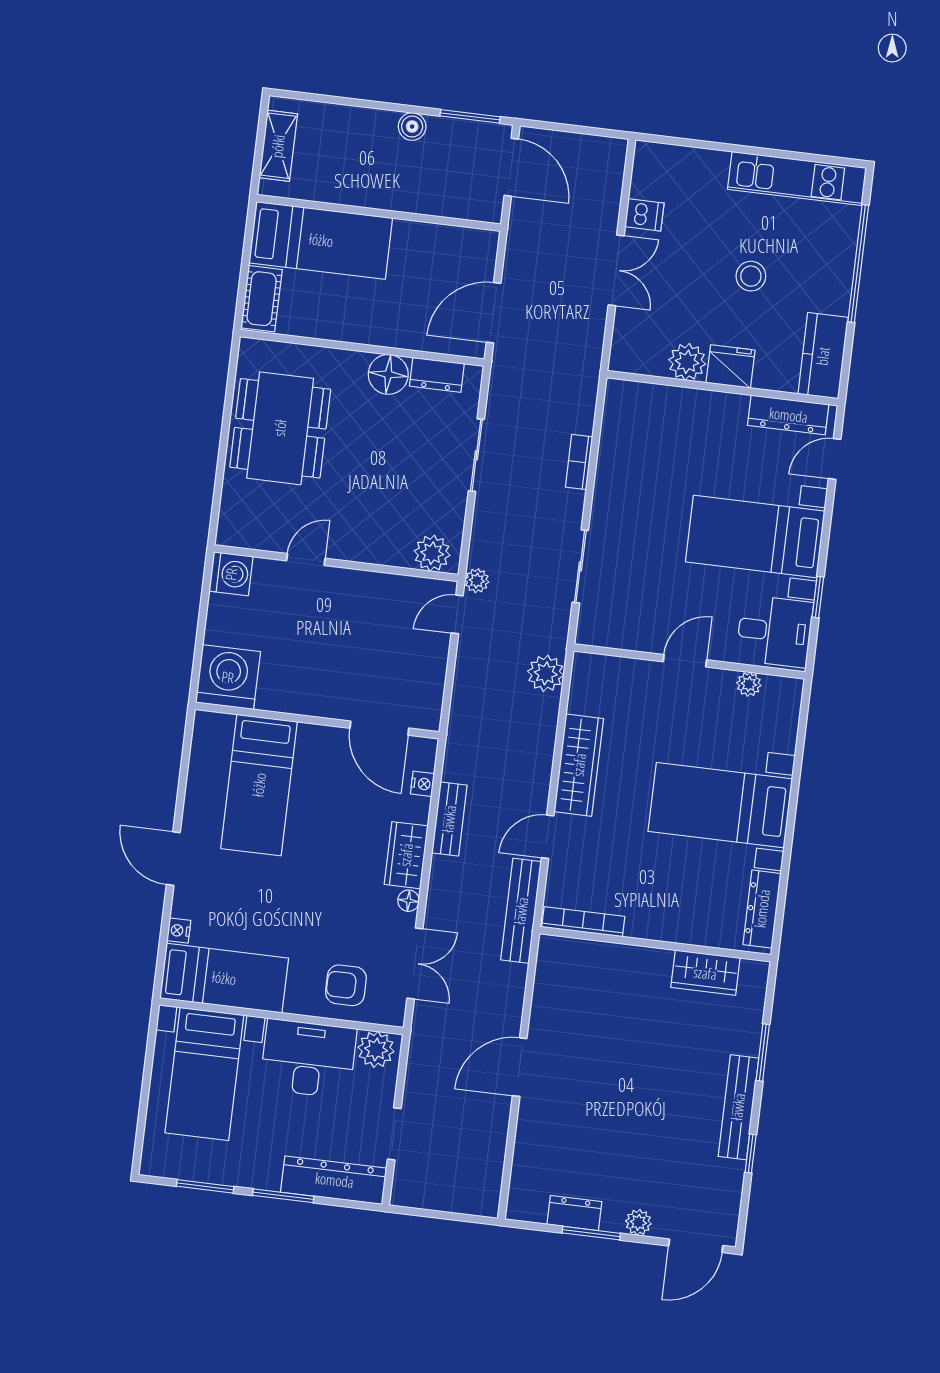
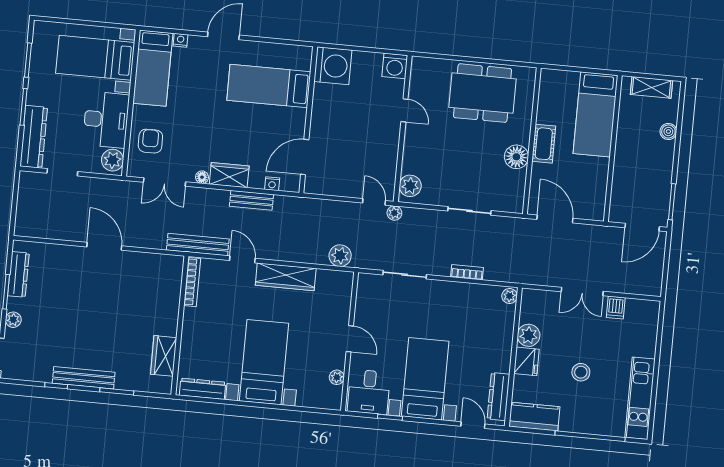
boiler: (412, 127) -> (668, 131), moved
cot: (262, 299) -> (544, 144), moved, turned 90
dresser: (437, 375) -> (517, 186), removed
plant: (621, 392) -> (510, 296), added
dresser: (574, 1213) -> (18, 274), width x1.44

